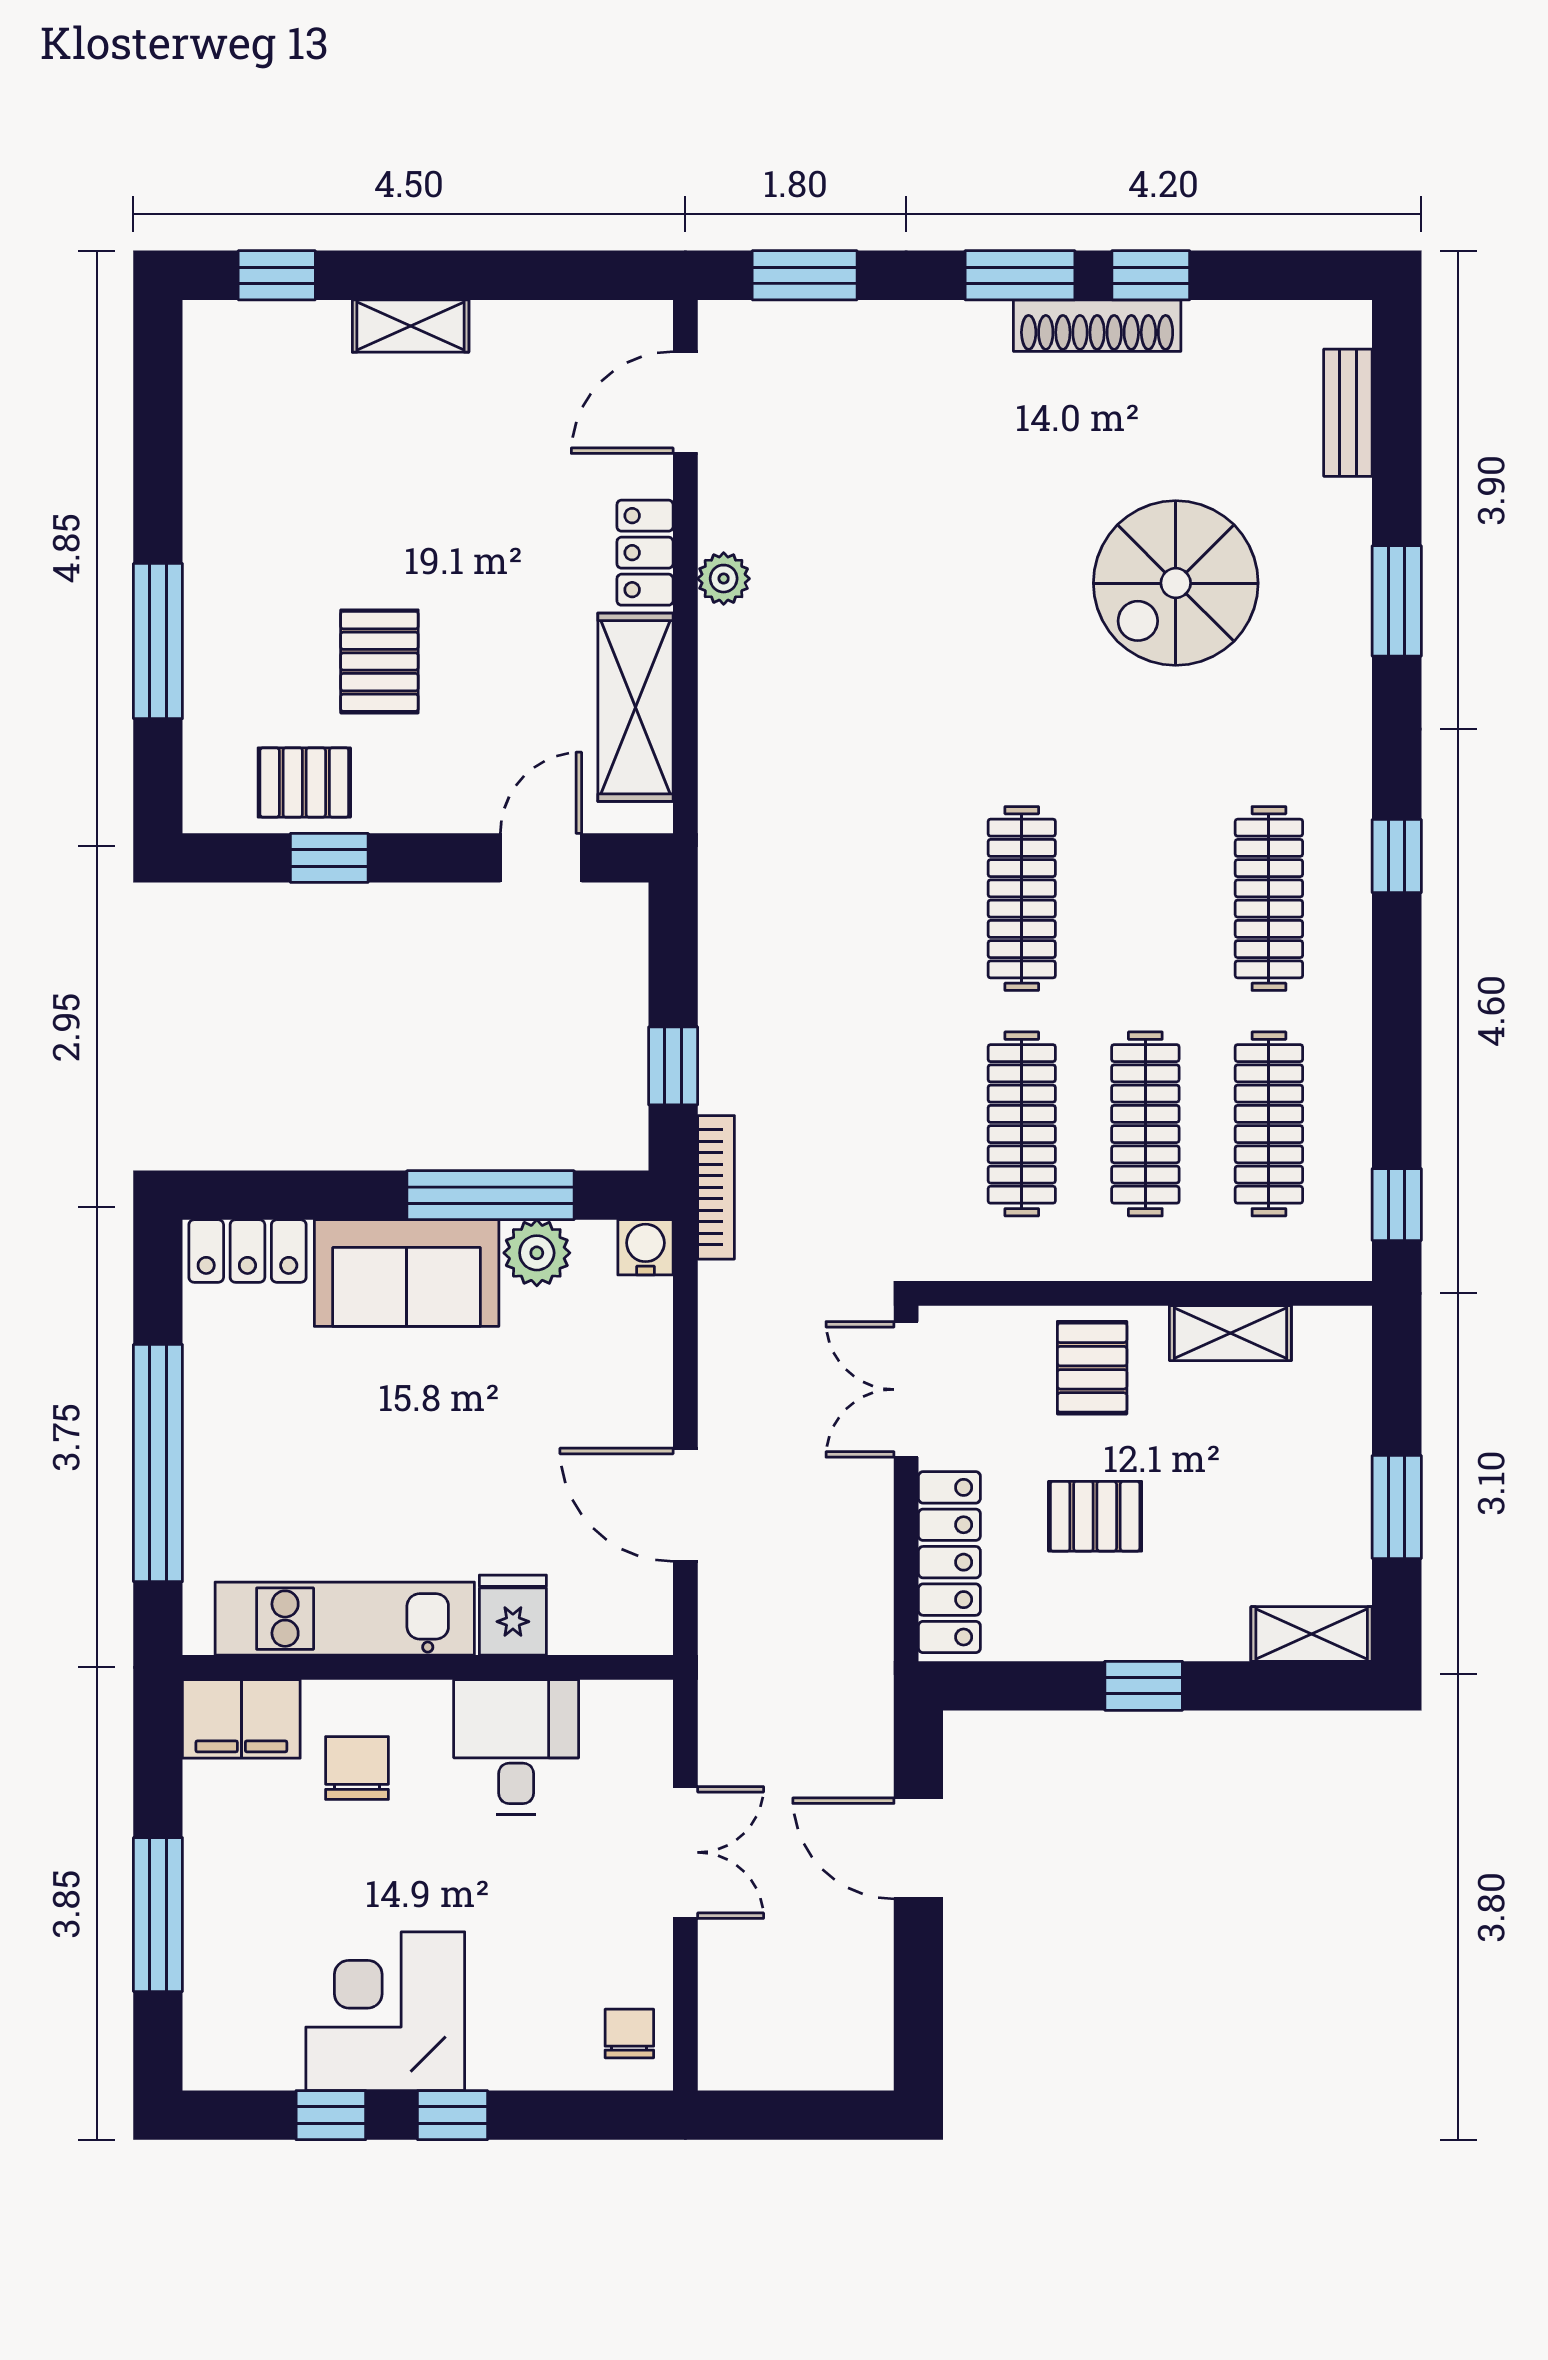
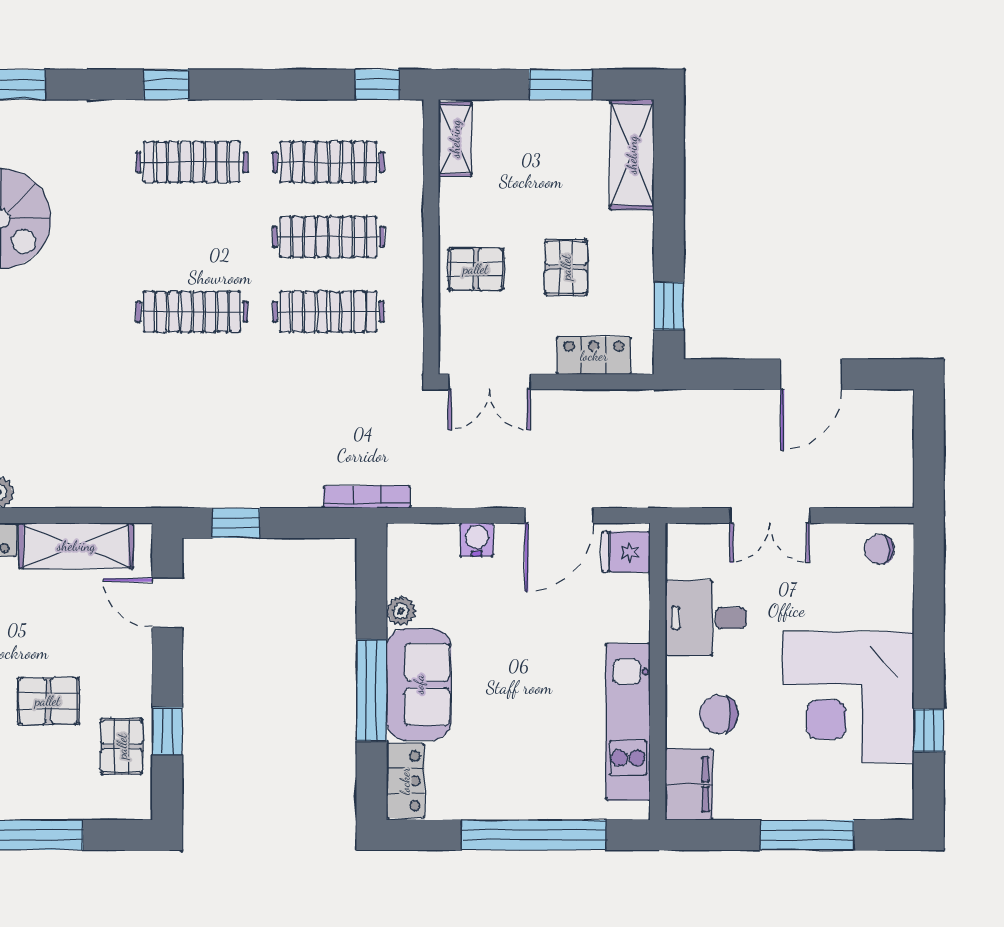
window: (673, 1066) -> (236, 523), moved
window: (491, 1195) -> (372, 690), moved
water cooler: (645, 1247) -> (477, 540), moved, turned 90
plant: (537, 1253) -> (401, 611), width x0.73, depth x0.73
shelving: (1230, 1333) -> (455, 139), moved
locker: (949, 1562) -> (594, 356), width x0.66
fridge: (513, 1615) -> (626, 552), moved
shelving: (1312, 1634) -> (632, 155), width x1.50, depth x1.33
window: (1144, 1686) -> (669, 306), moved
door: (918, 1848) -> (811, 374), moved
double door: (685, 1852) -> (770, 515), swing flipped
corner desk: (385, 2011) -> (849, 697), width x1.36, depth x1.36
window: (453, 2115) -> (929, 657), removed

